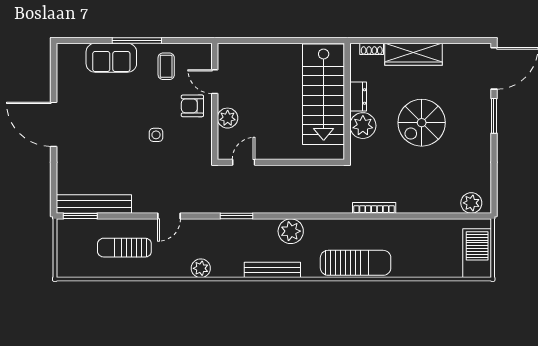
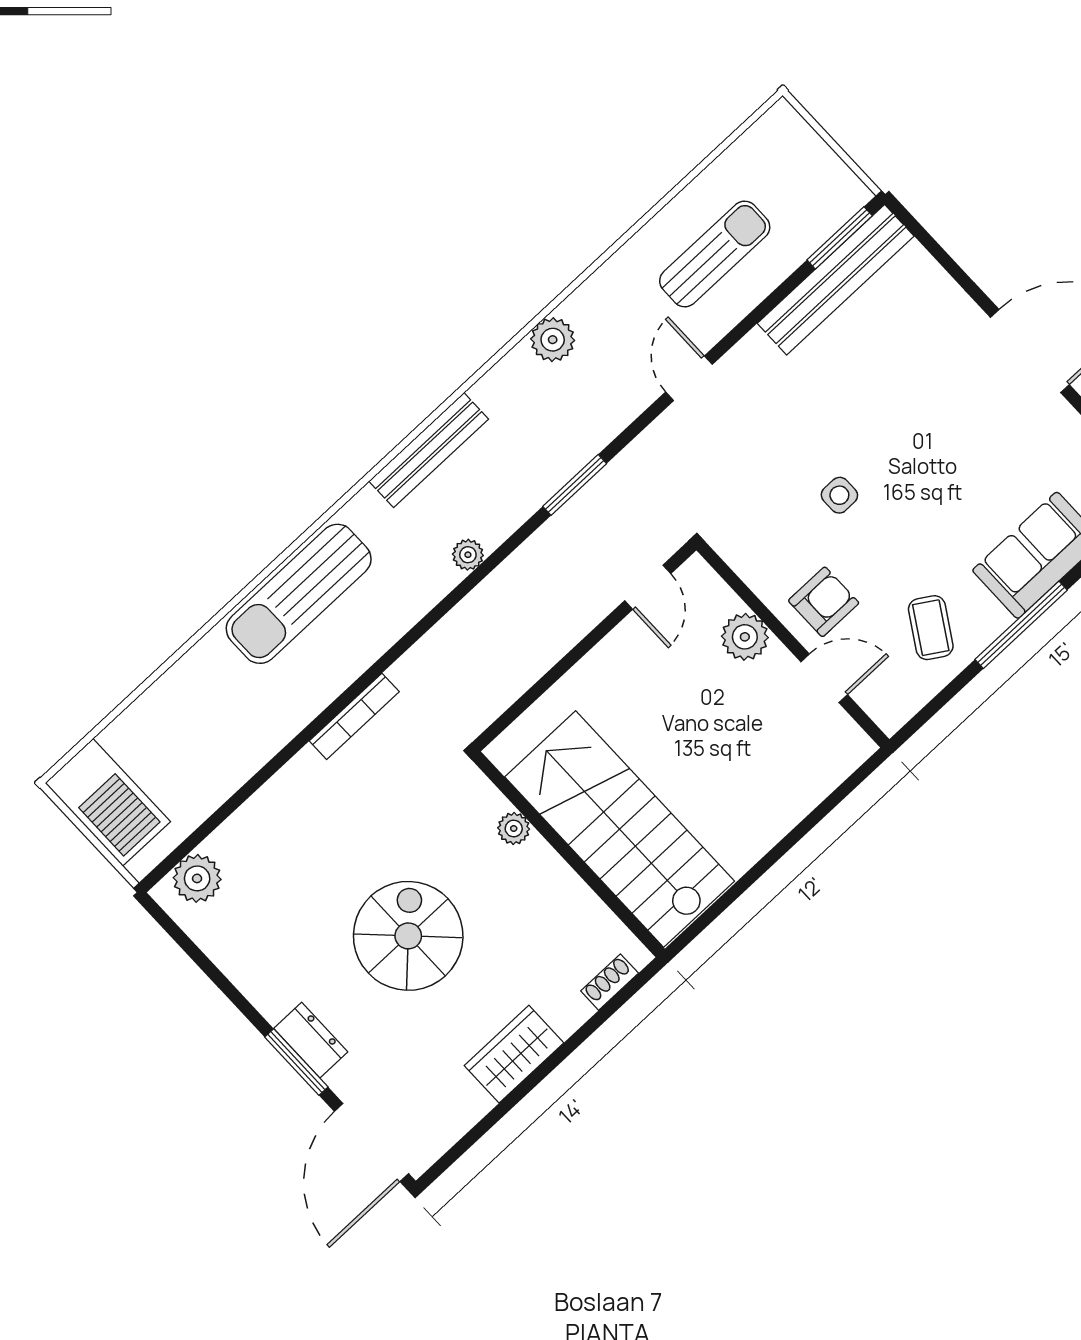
wardrobe: (414, 54) -> (514, 1054), width x0.67
coffee table: (166, 66) -> (931, 628), turned 32
dresser: (358, 96) -> (311, 1040), moved, turned 180
plant: (363, 126) -> (514, 828), width x0.53, depth x0.53
plant: (291, 231) -> (468, 555), width x0.53, depth x0.53

